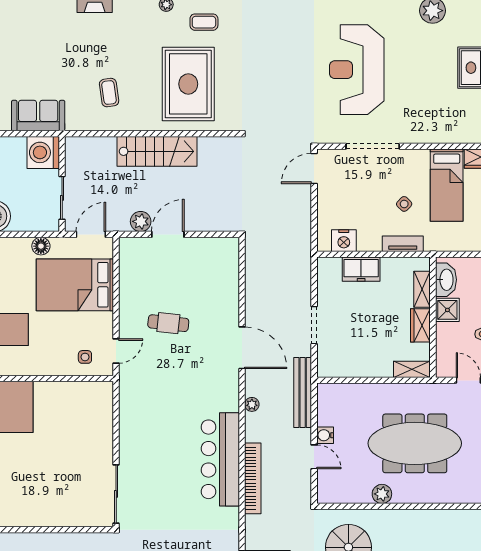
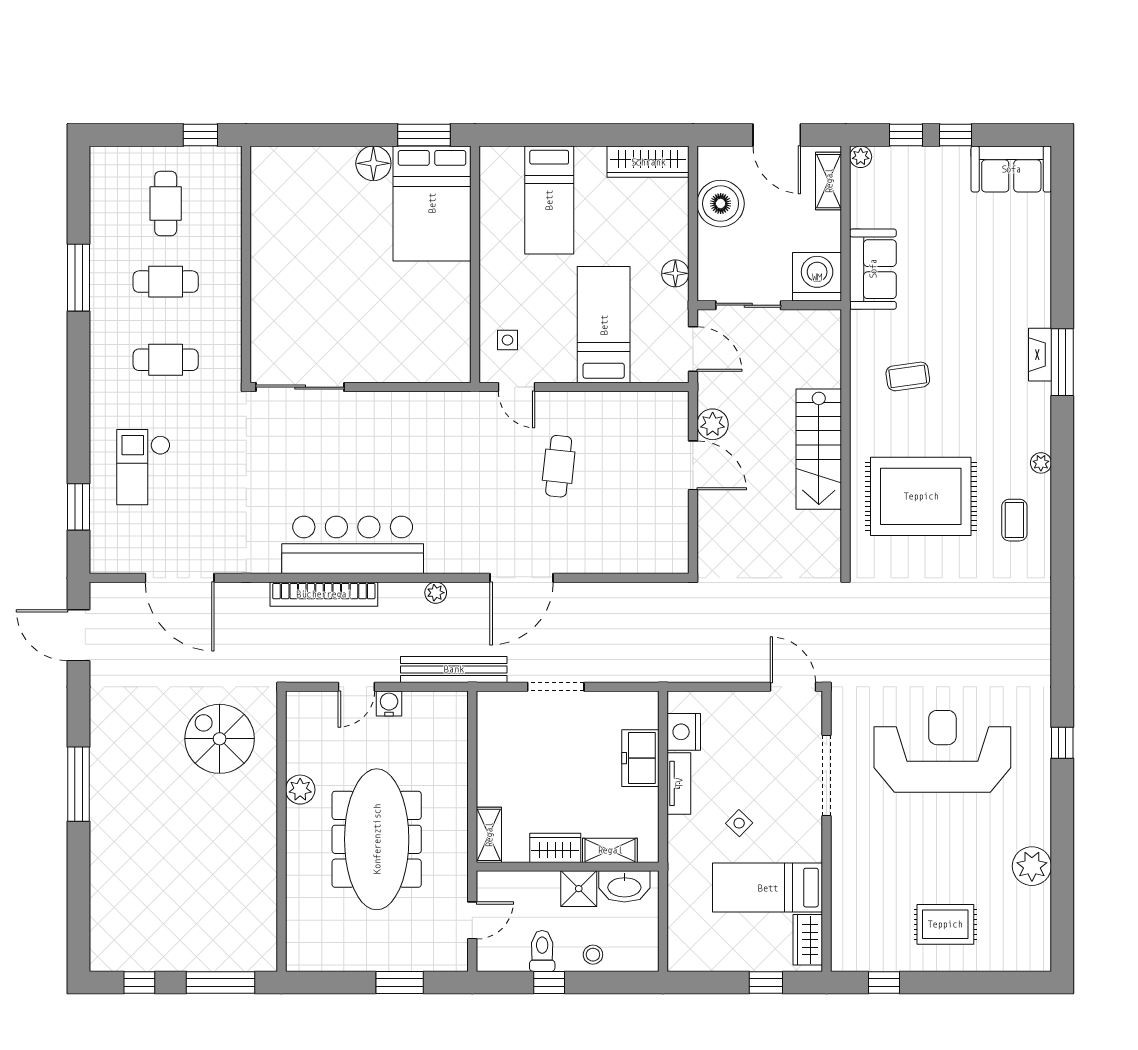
tv unit: (403, 244) -> (679, 783), moved
bed: (75, 285) -> (604, 325), width x0.67

